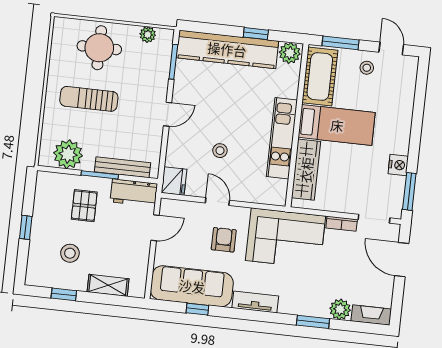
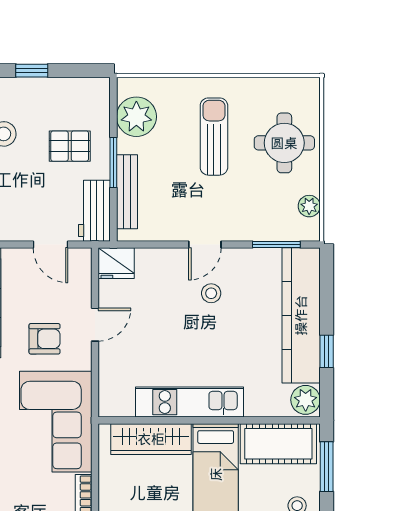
door: (168, 114) -> (205, 245), hinge flipped
stool: (220, 151) -> (211, 293), moved

